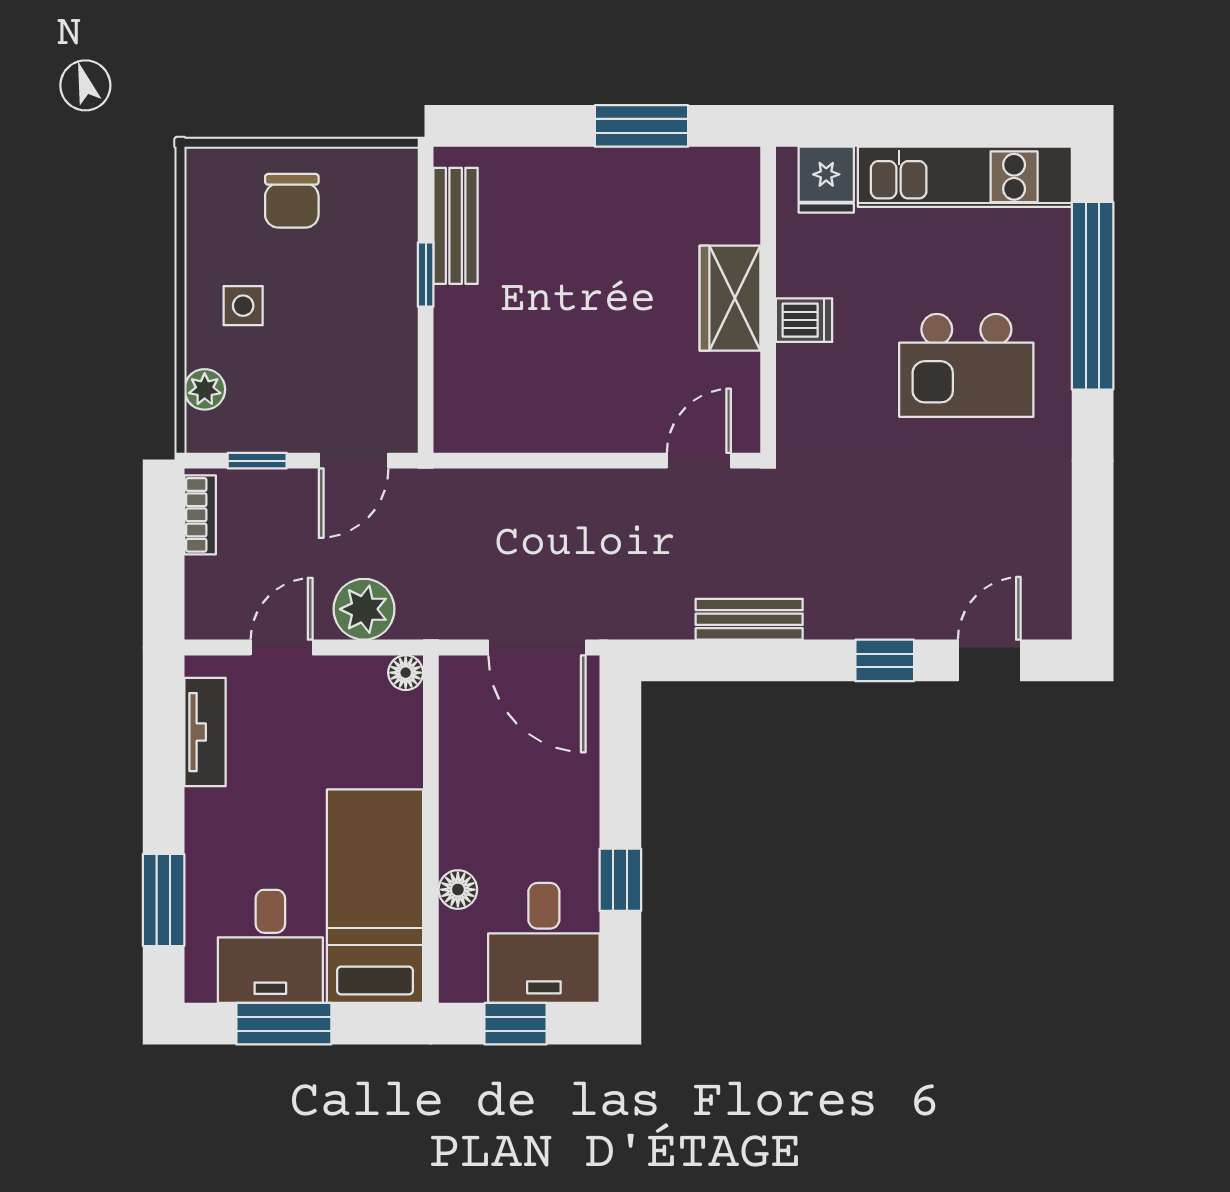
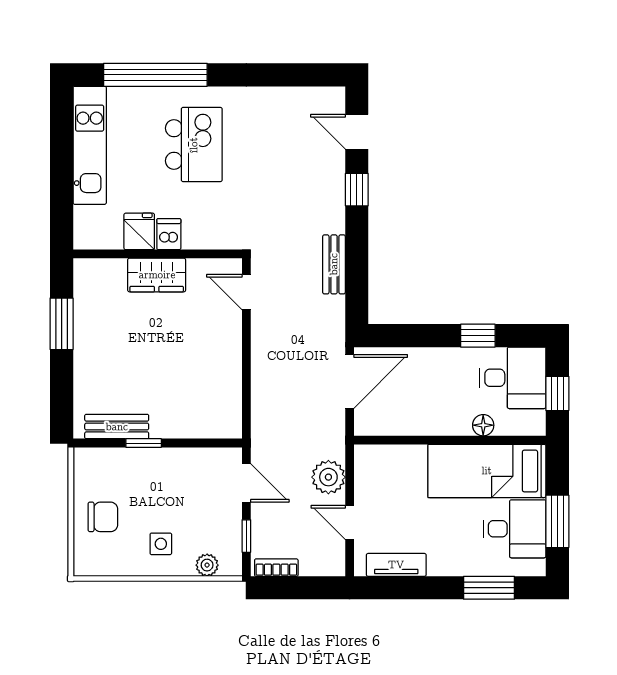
fridge: (826, 180) -> (139, 231), moved, turned -90
floor lamp: (406, 673) -> (363, 454), removed

